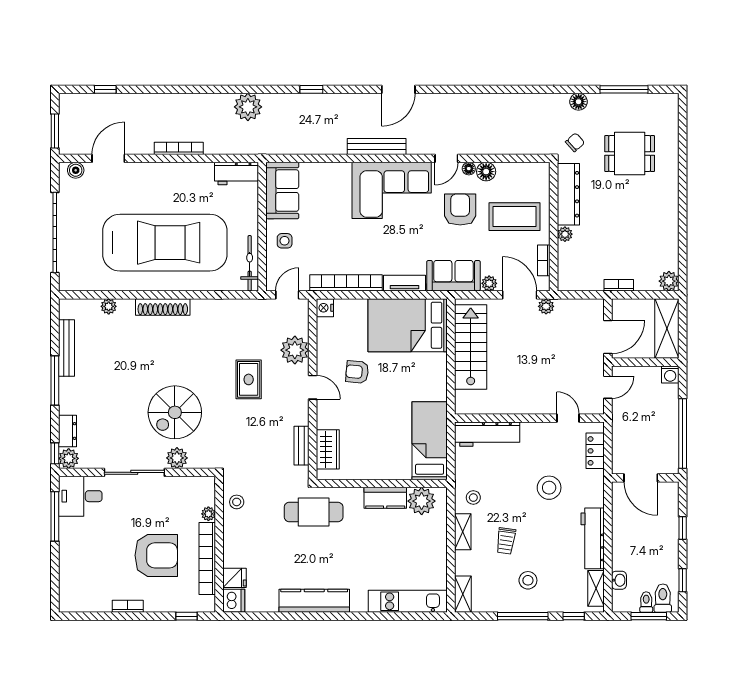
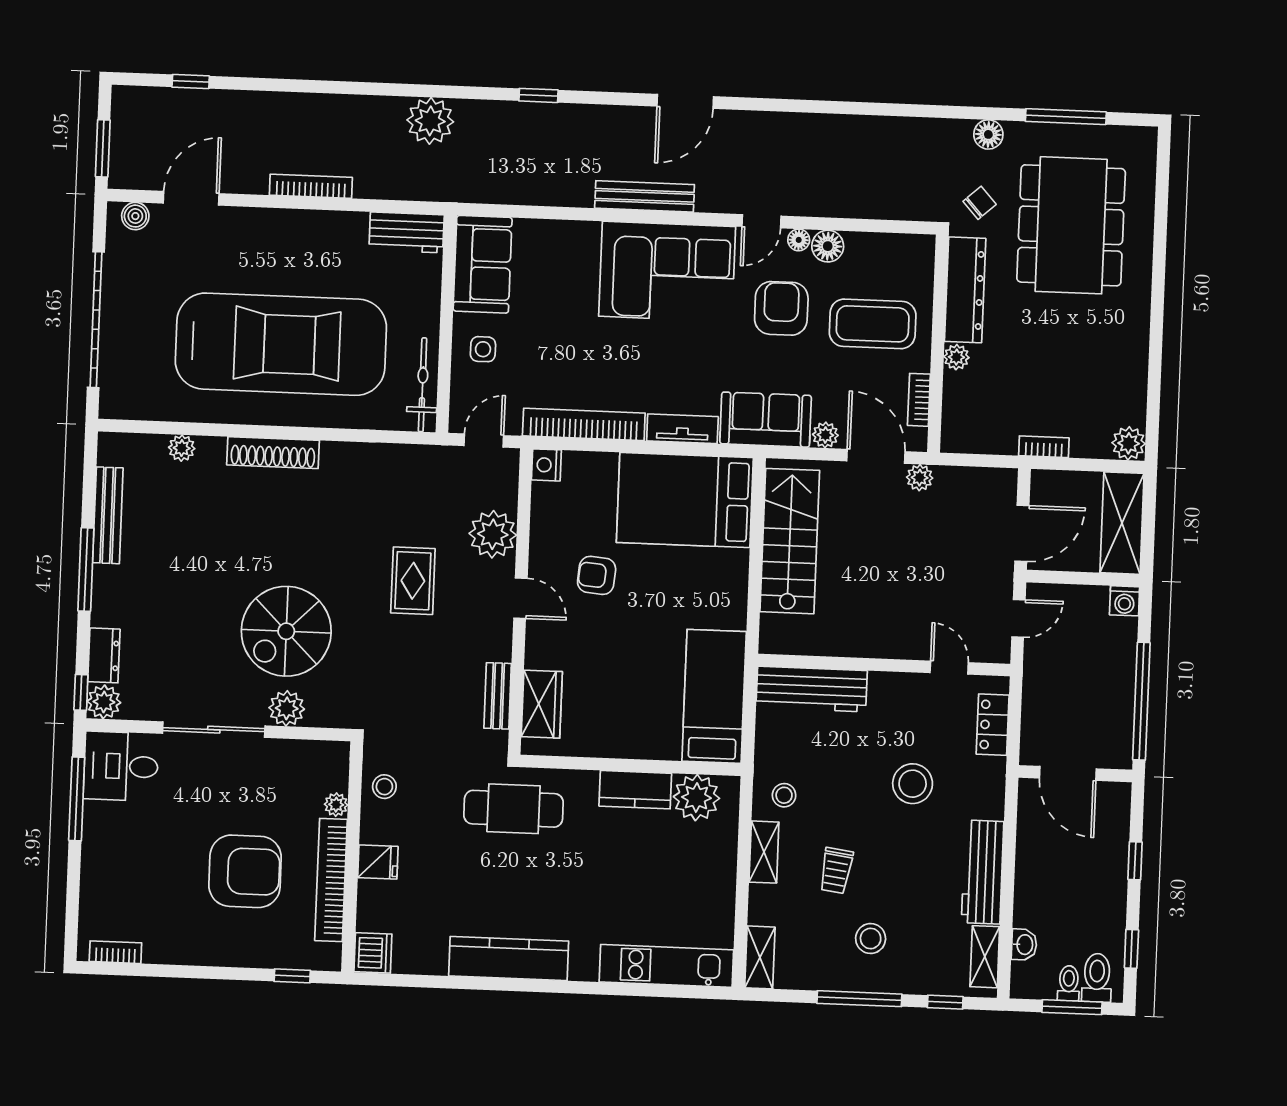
dining table: (630, 154) -> (1071, 225), width x1.88, depth x1.24
fridge: (235, 578) -> (378, 862), moved
bookcase: (128, 606) -> (115, 952), moved

